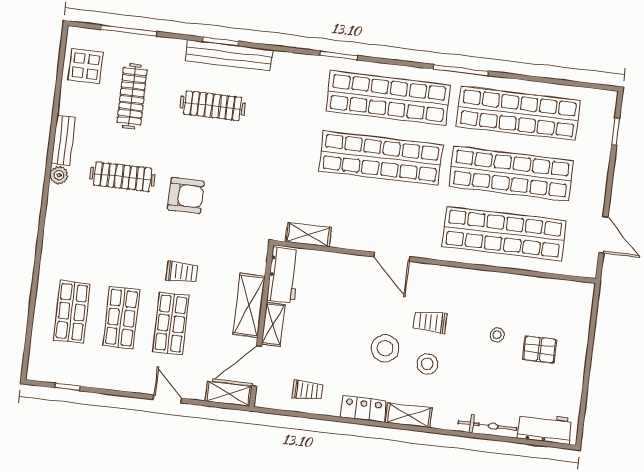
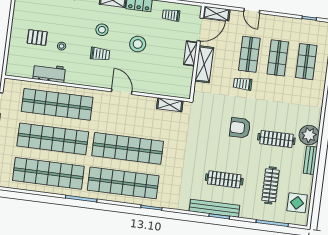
plant: (59, 175) -> (309, 135), width x1.88, depth x1.88
workbench: (284, 275) -> (49, 73), moved, turned 90
stool: (385, 348) -> (138, 44), moved

